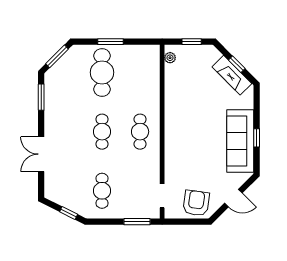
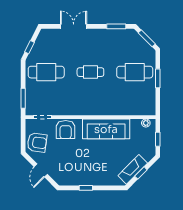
cafe table: (140, 132) -> (90, 101), removed
sofa: (240, 141) -> (106, 129), moved, turned 180
armchair: (179, 165) -> (66, 130), added
cafe table: (102, 191) -> (46, 72), width x1.37, depth x1.35

